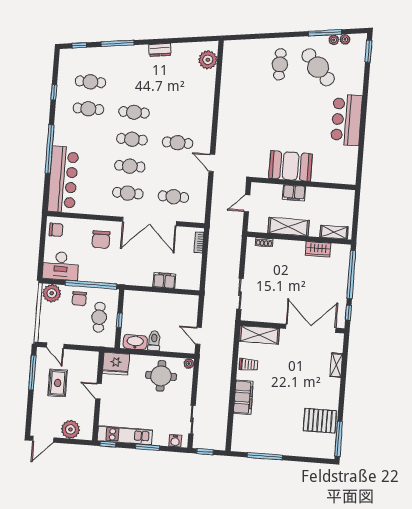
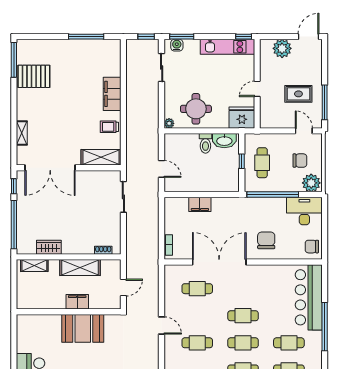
cafe table: (128, 193) -> (289, 343), moved
chair: (79, 299) -> (300, 161), moved, turned 90
door: (198, 336) -> (162, 169), moved
rug: (58, 383) -> (298, 94), turned 90
door: (99, 391) -> (257, 89), swing flipped
window: (147, 447) -> (182, 37), moved

